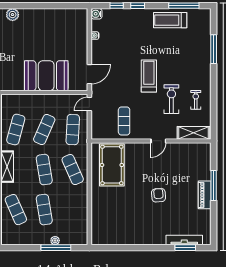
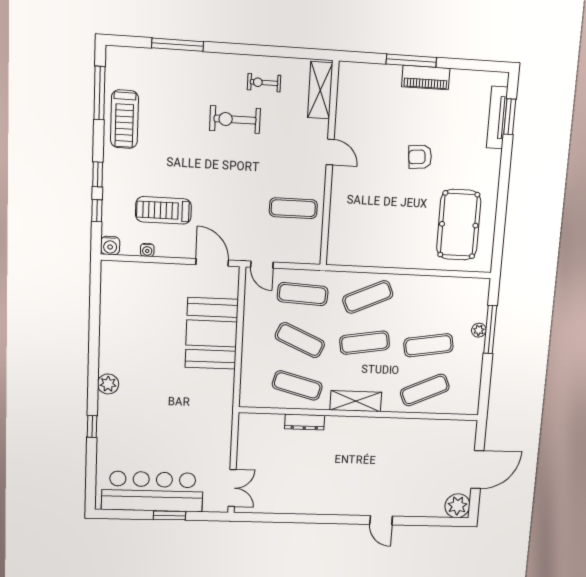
treadmill: (149, 76) -> (163, 210), moved
exercise bike: (171, 99) -> (235, 120), moved
pool table: (112, 165) -> (459, 225), moved, turned 90

